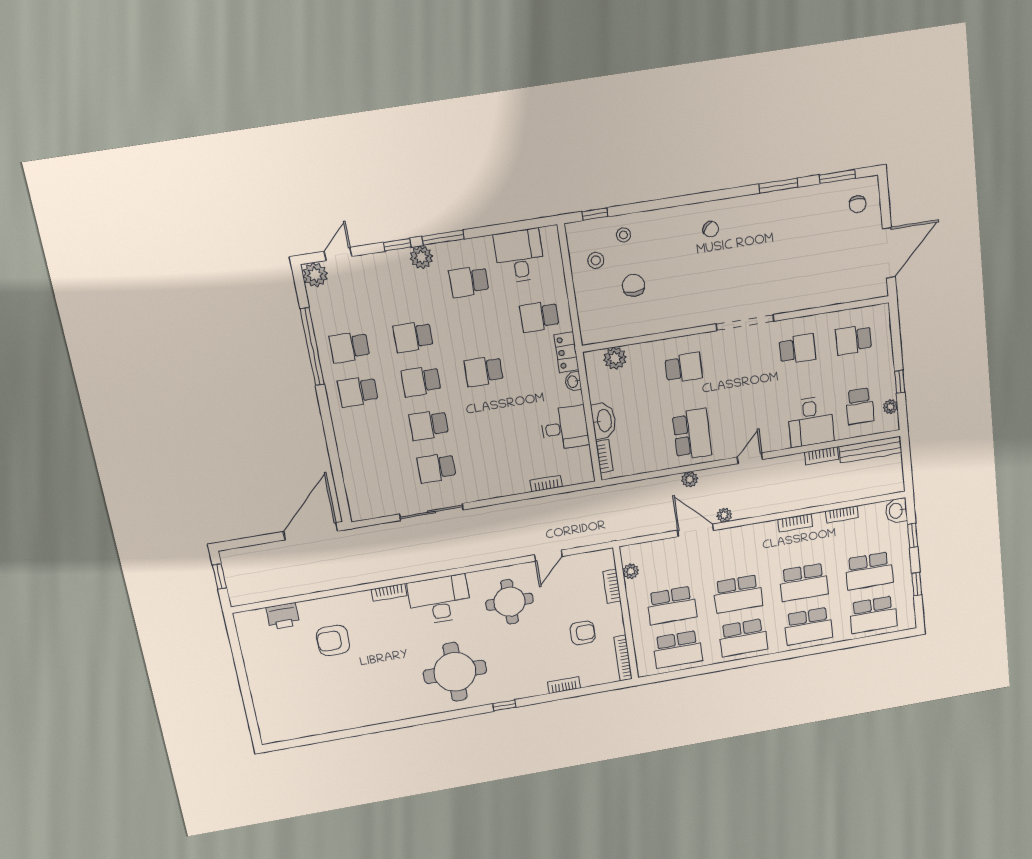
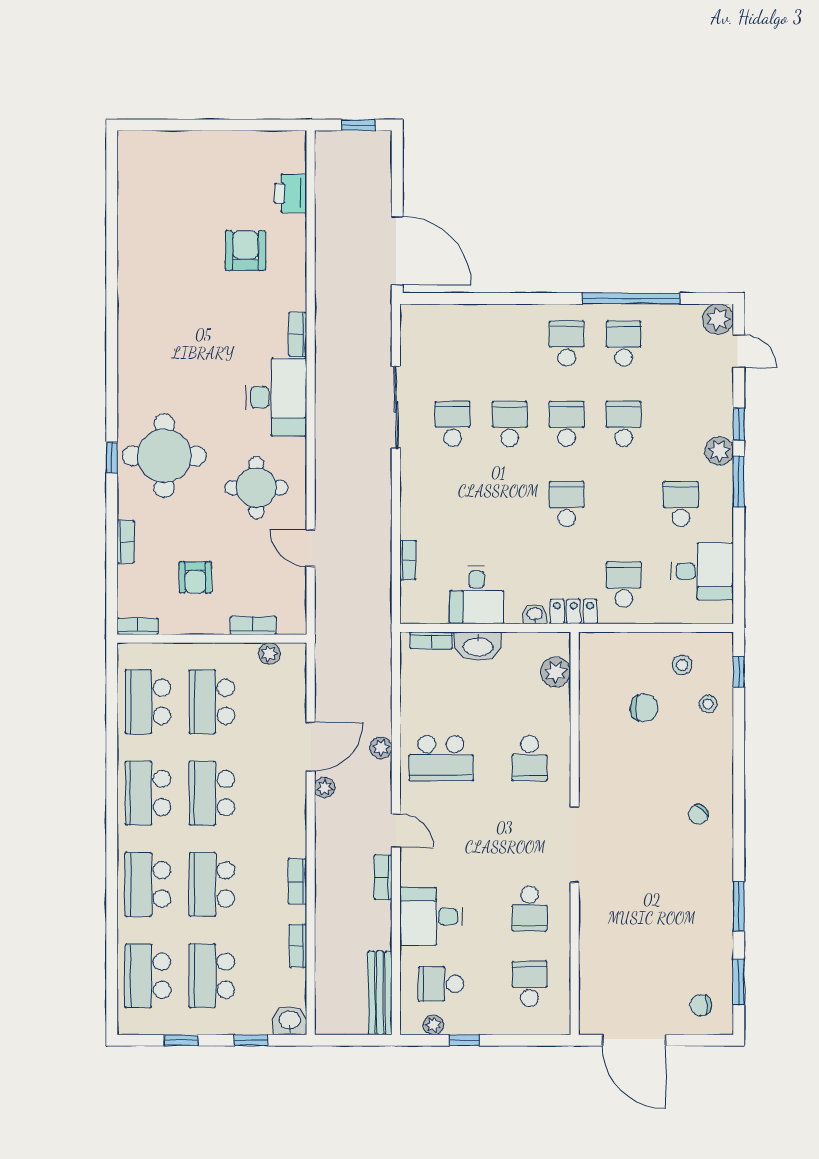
bookcase: (822, 456) -> (383, 877), moved
bookcase: (623, 658) -> (138, 626), width x0.64
round table: (455, 672) -> (164, 456), moved

